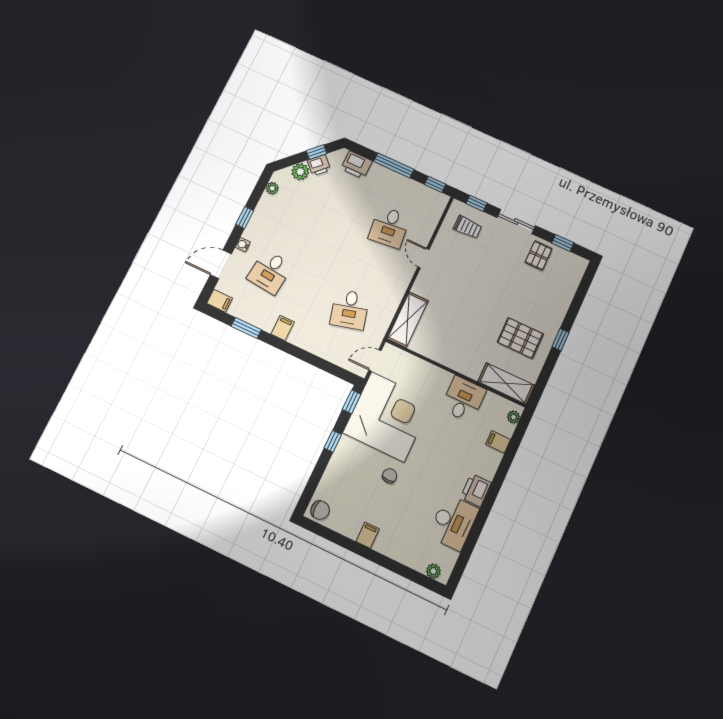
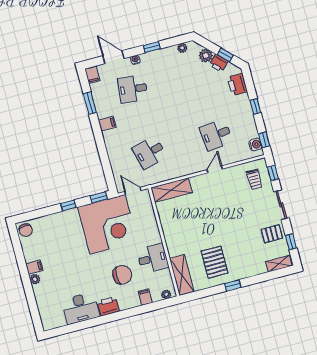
window: (394, 165) -> (255, 106), width x0.46
water cooler: (433, 197) -> (255, 144), added
shelving: (576, 274) -> (279, 264), added
chair: (390, 476) -> (122, 275), moved, width x1.87, depth x1.87
plant: (433, 571) -> (35, 279), moved

